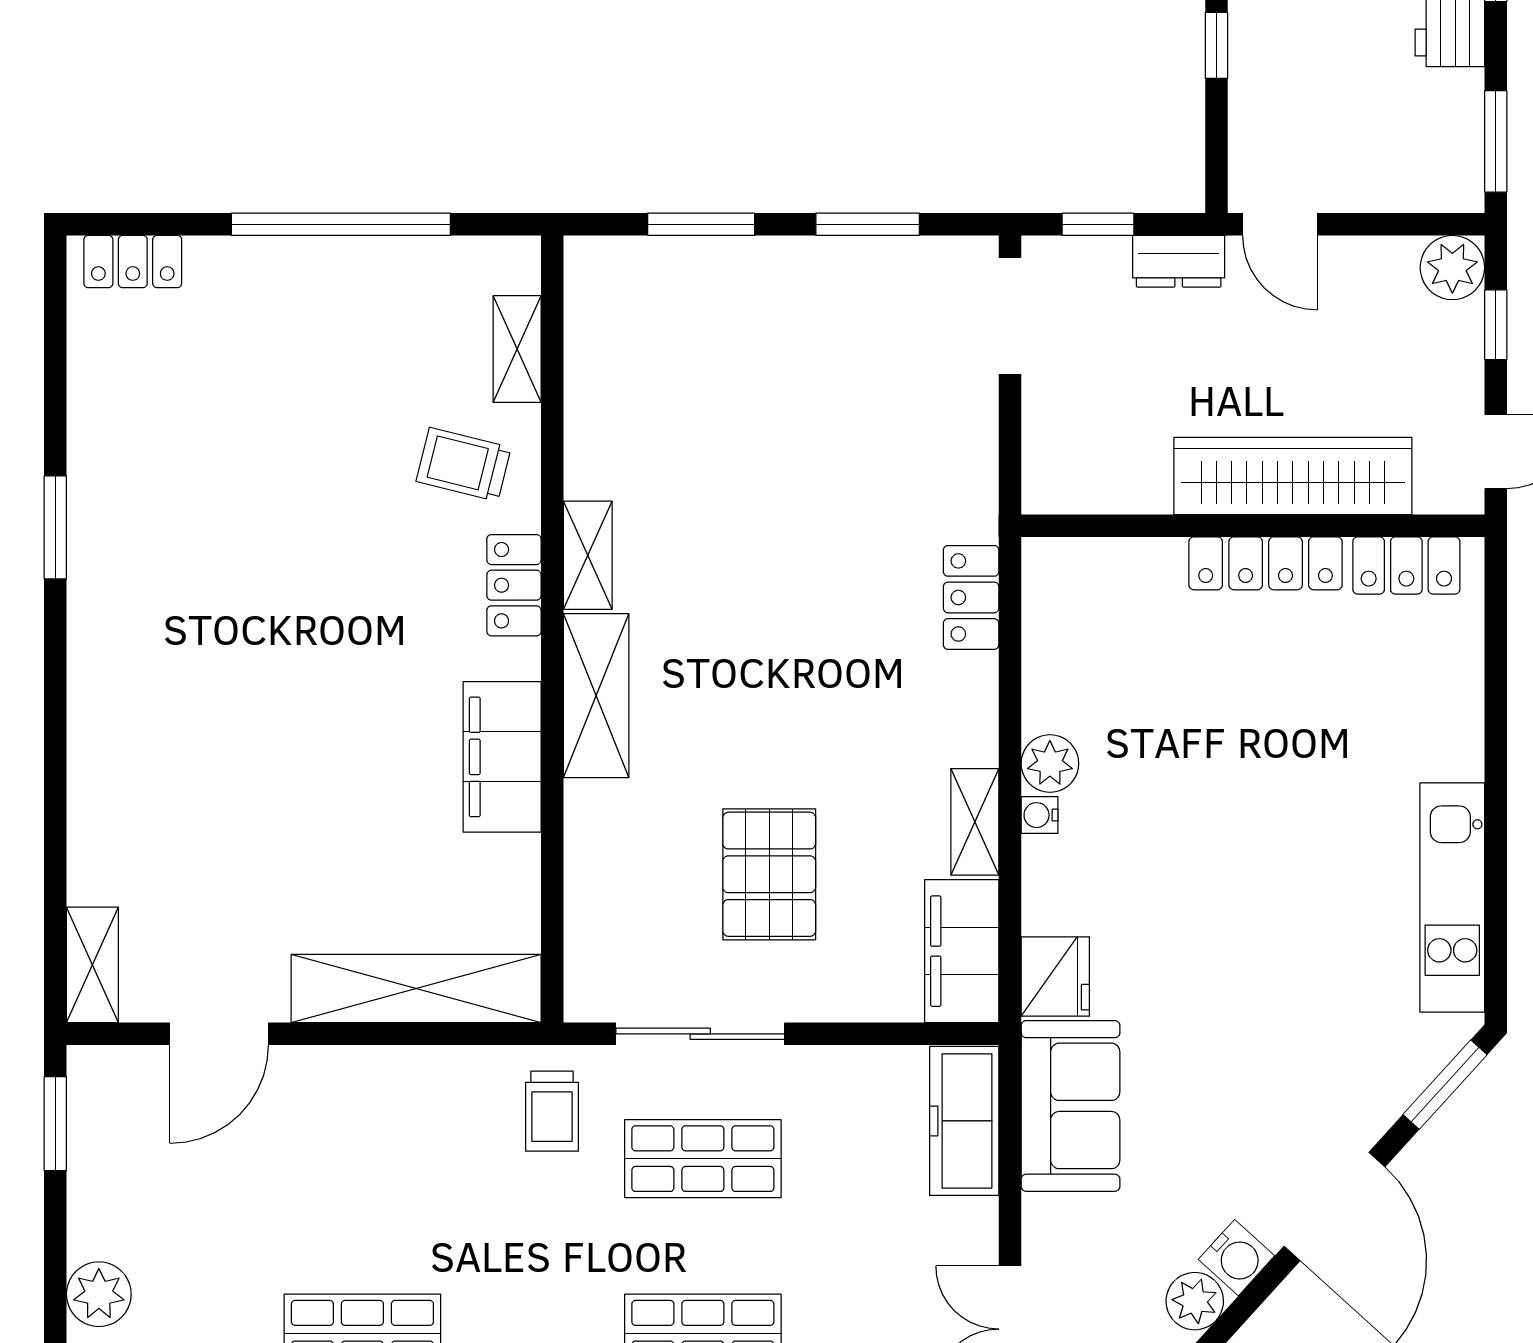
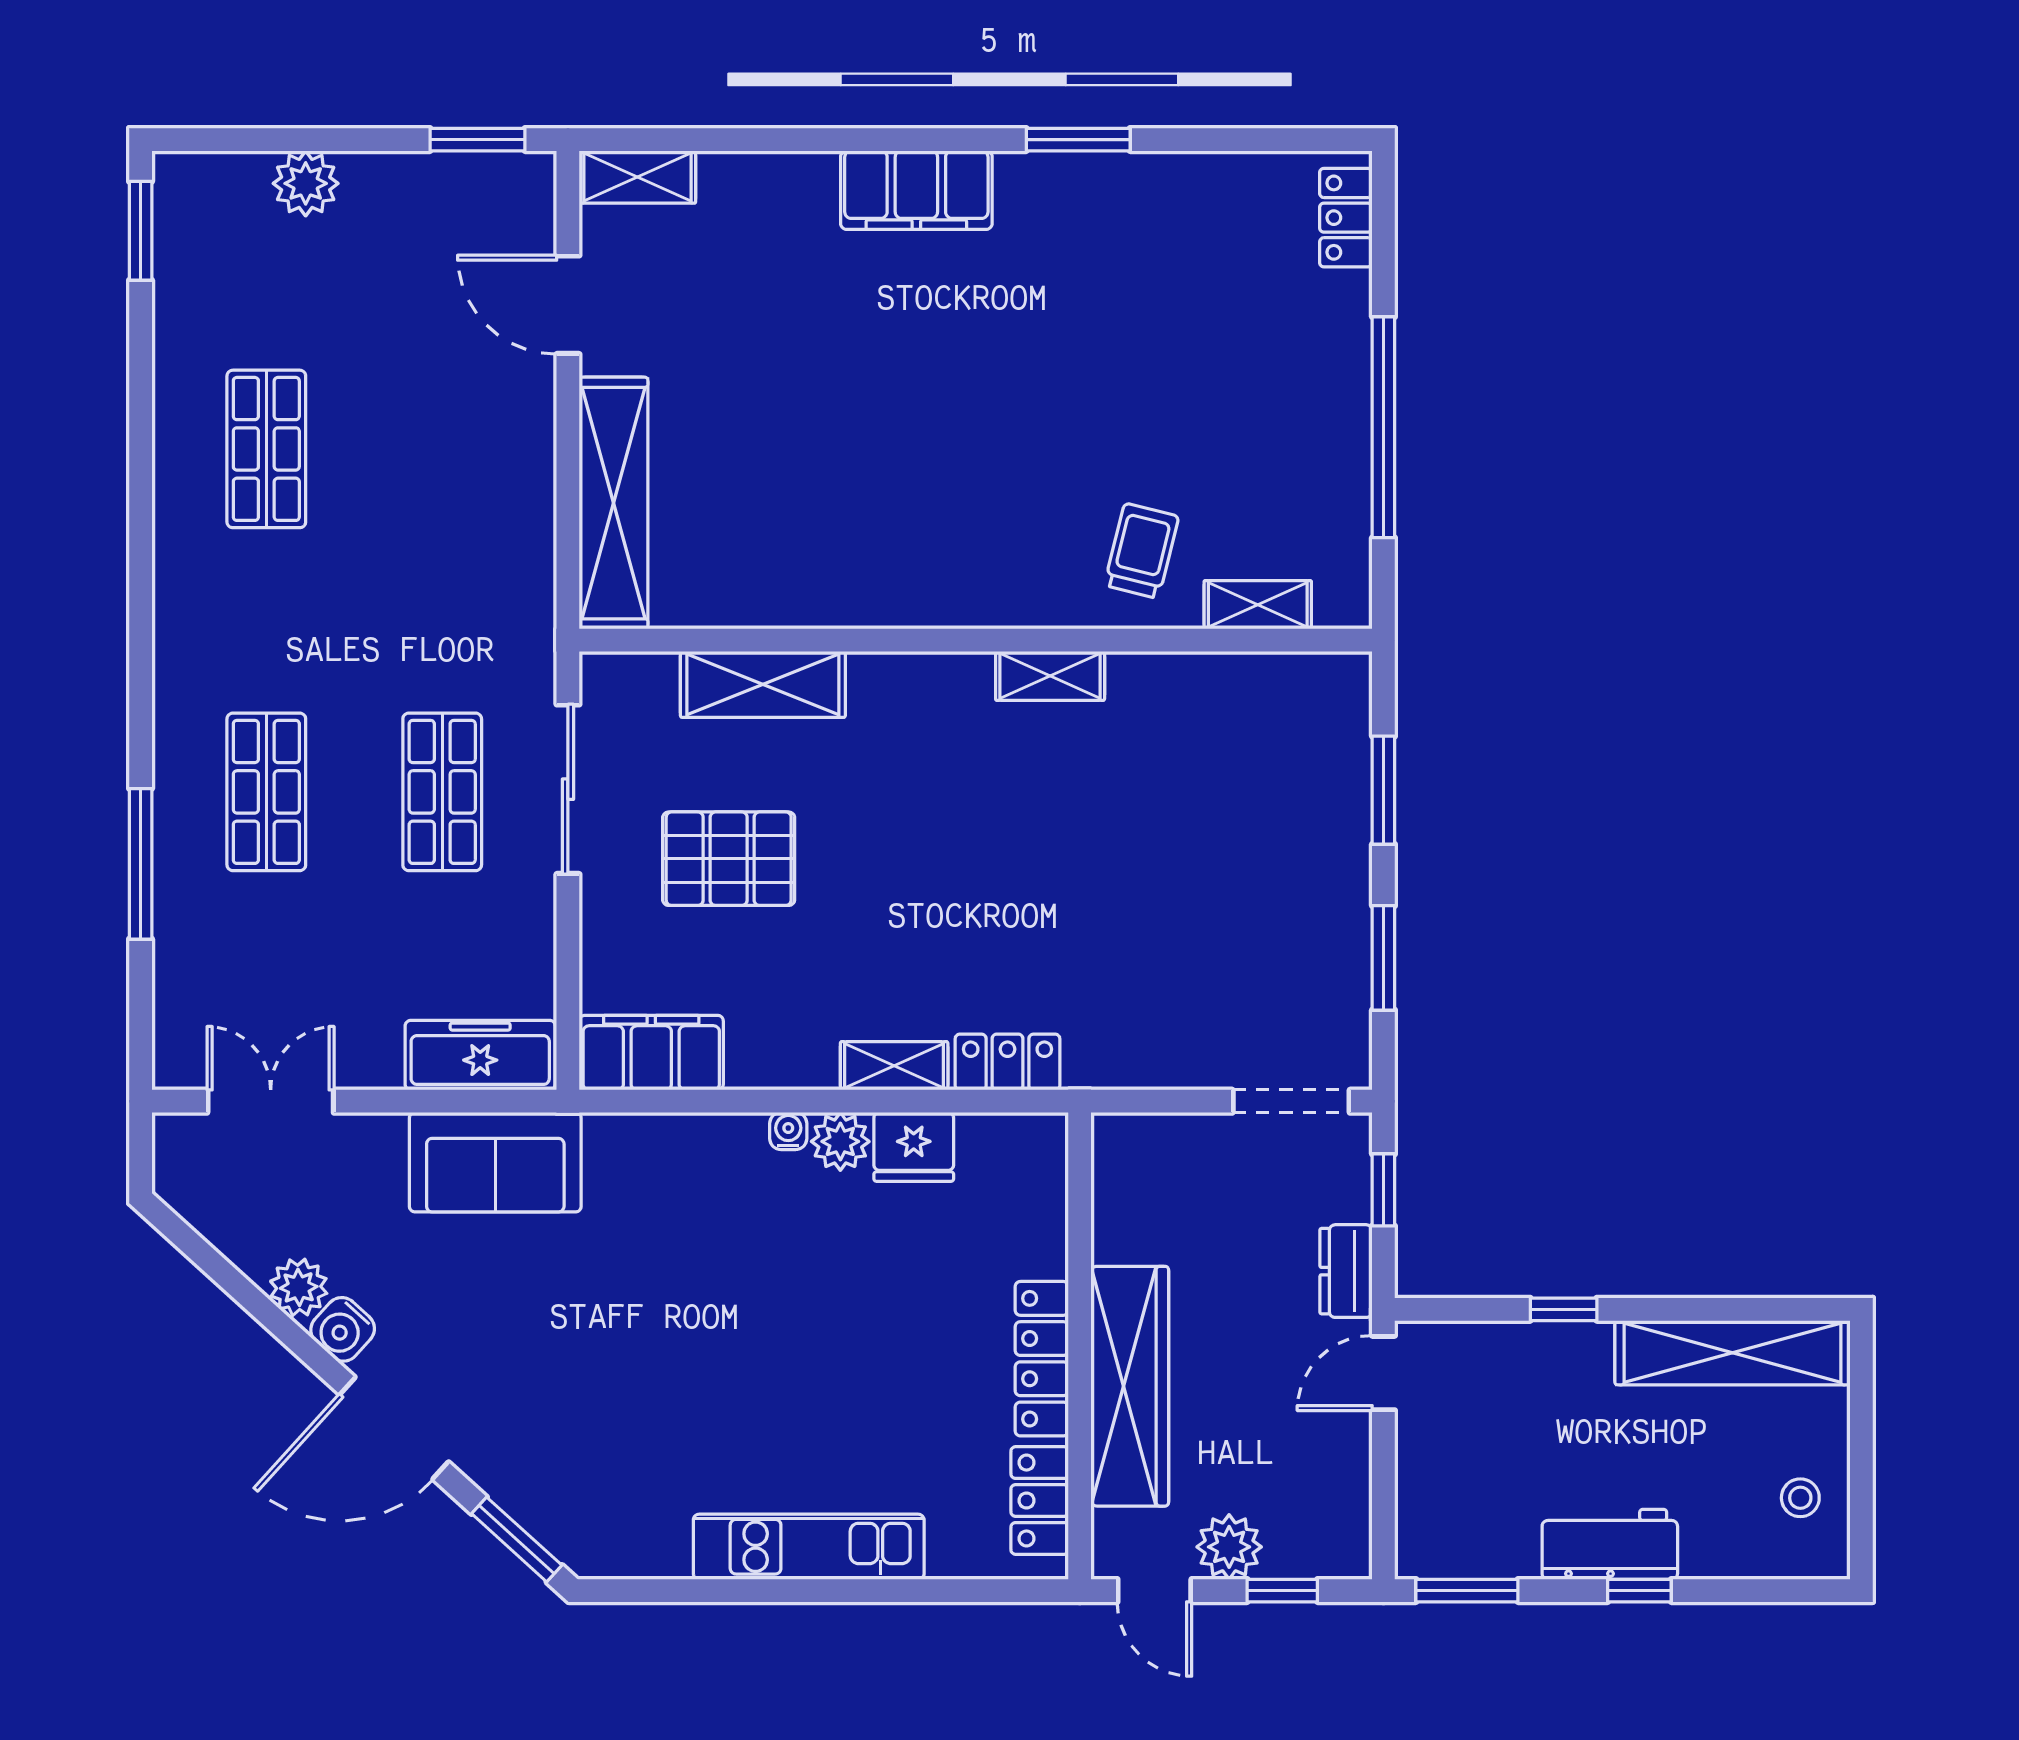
plant: (1452, 268) -> (1229, 1547), moved
locker: (514, 585) -> (1020, 602), removed
shelving: (596, 696) -> (763, 684), moved
filing cabinet: (502, 757) -> (916, 190), moved, turned 180
shelving: (975, 822) -> (894, 1066), moved
kitchen unit: (1452, 898) -> (809, 1547), moved
fridge: (1055, 976) -> (914, 1147), moved
trolley: (552, 1111) -> (490, 640), removed

